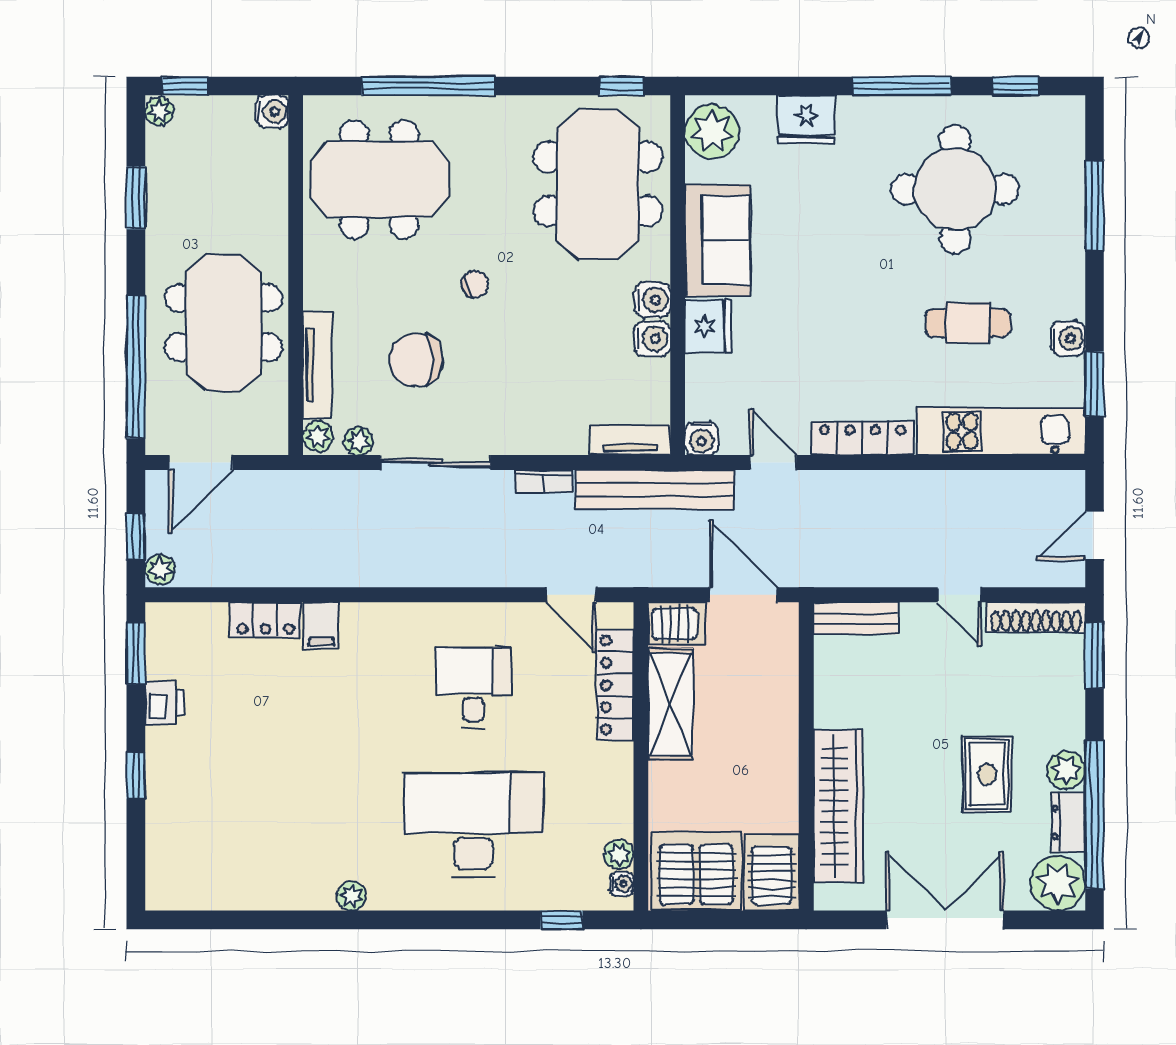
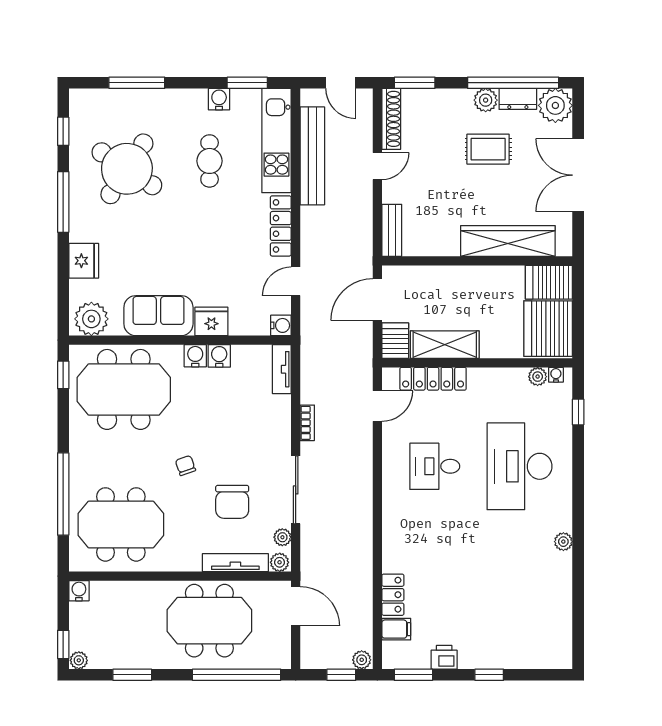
meeting table: (379, 179) -> (121, 524), turned 90
round table: (955, 189) -> (127, 169), turned 33
door: (201, 463) -> (296, 606), moved
bench: (655, 490) -> (312, 156), moved
filing cabinet: (321, 625) -> (396, 629), moved

